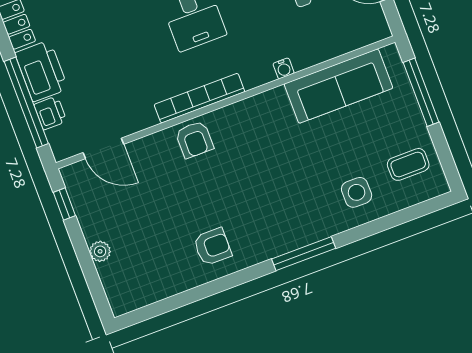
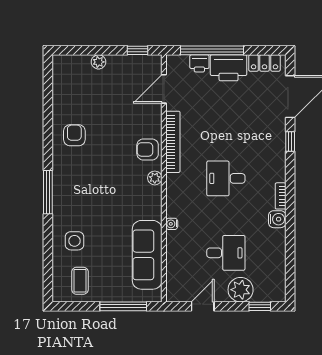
bookcase: (199, 98) -> (173, 142), moved
plant: (230, 115) -> (155, 178), added
armchair: (213, 247) -> (74, 135), turned 180

